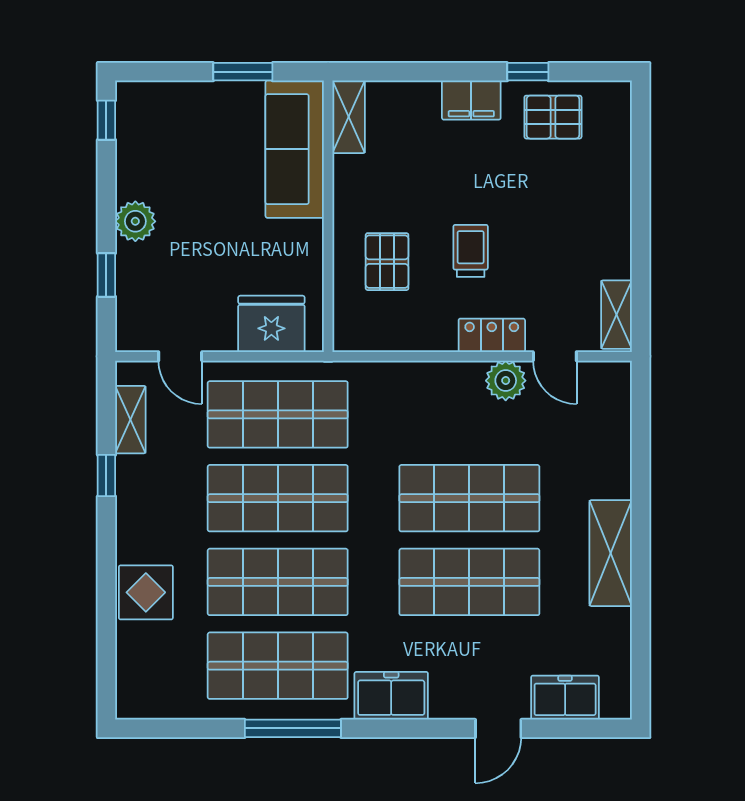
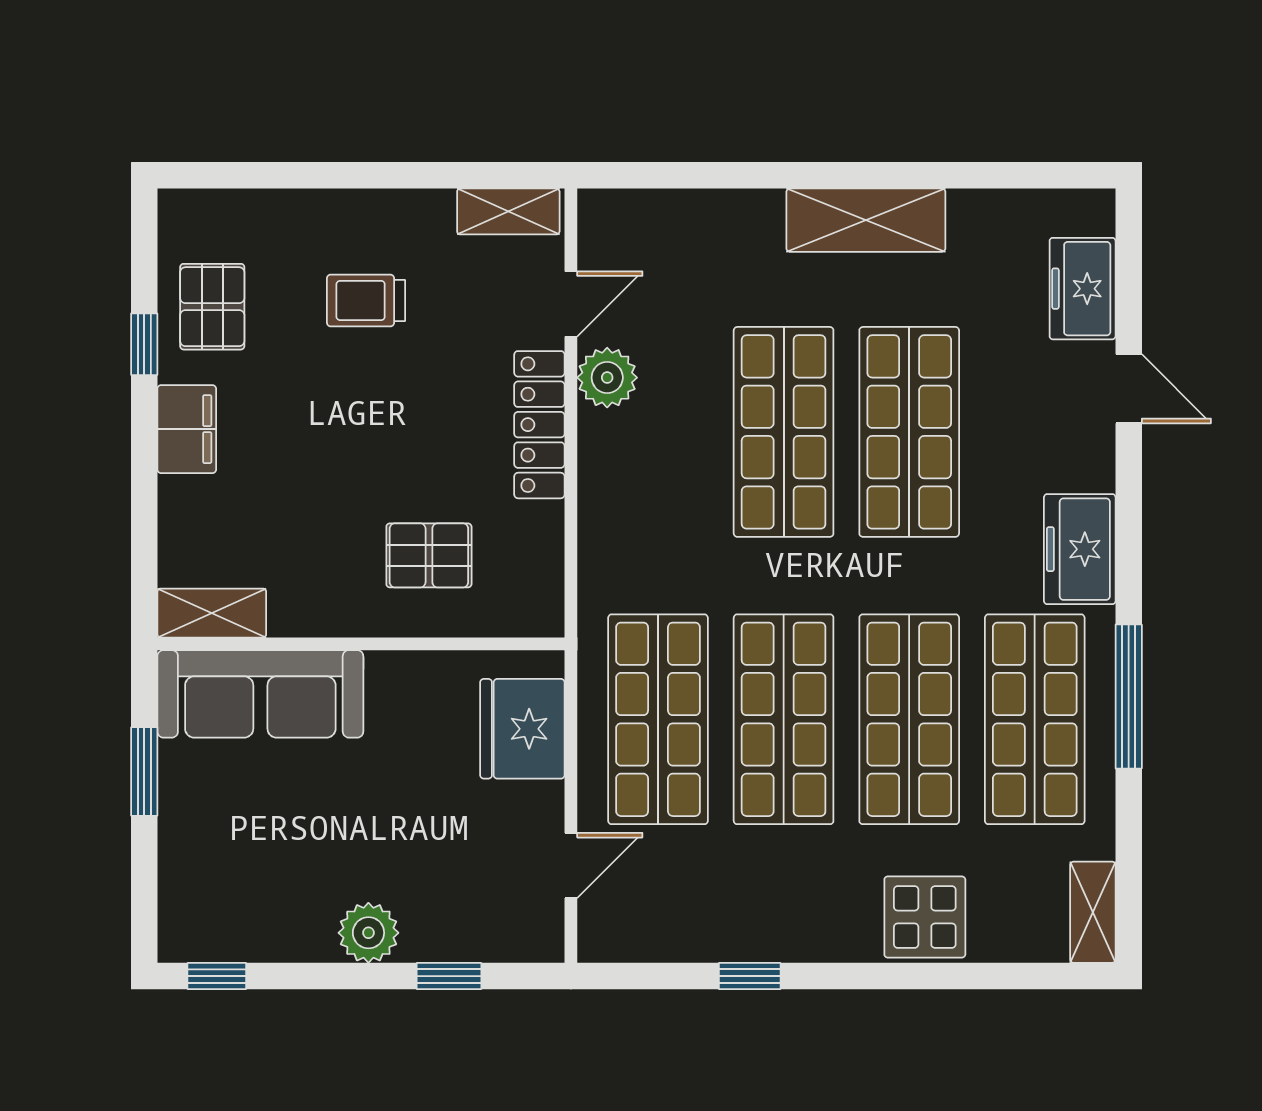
trolley: (471, 251) -> (366, 300), moved
locker: (492, 335) -> (539, 425), width x1.53
shelving: (130, 420) -> (1093, 912), moved, turned 90

